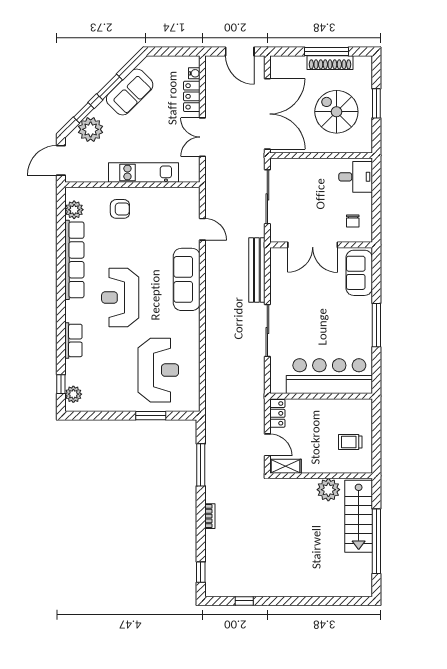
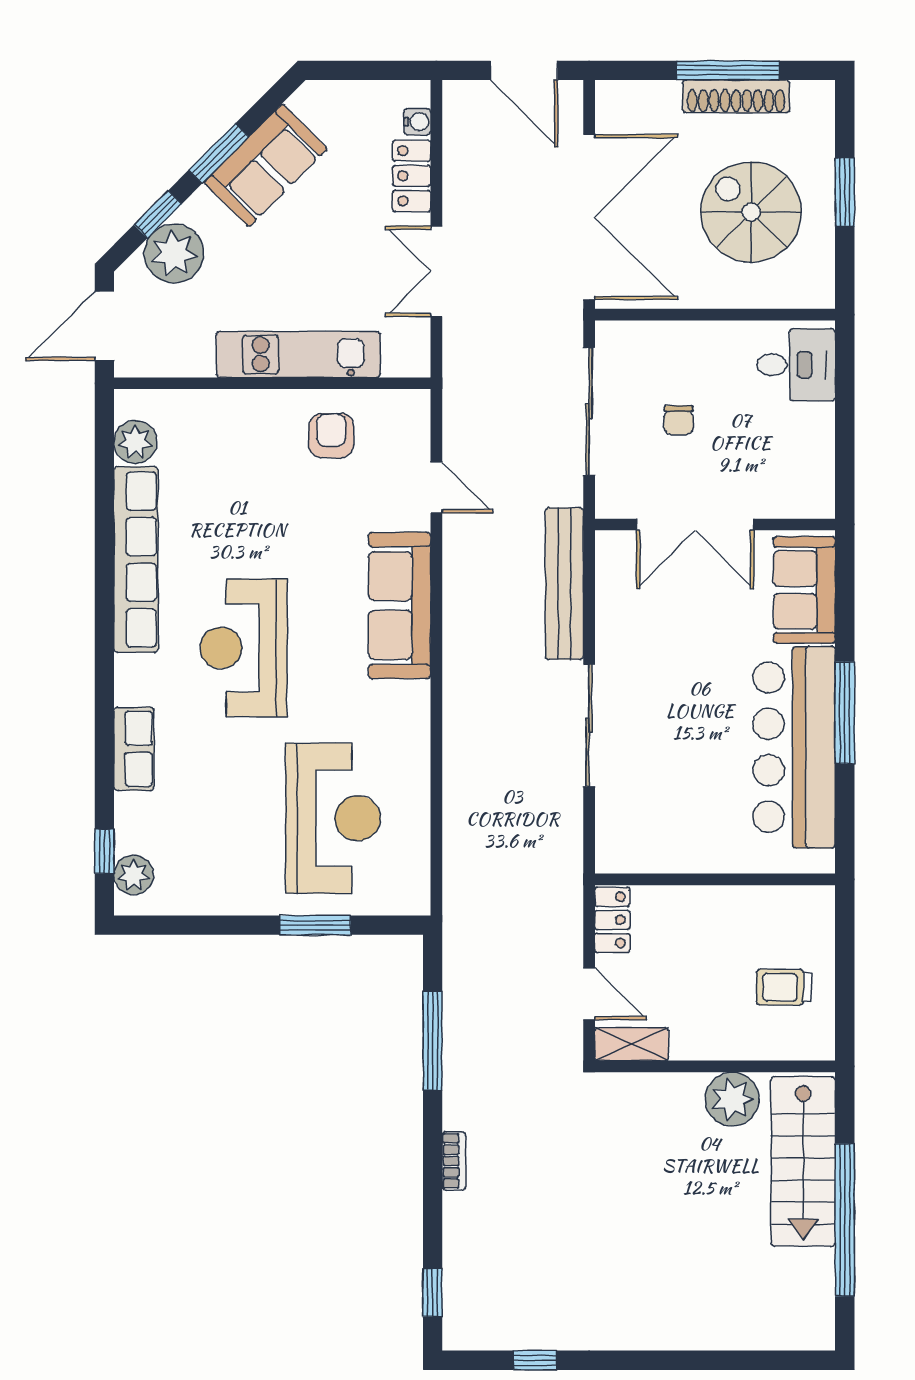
armchair: (120, 209) -> (331, 436), moved, turned -90
chair: (353, 221) -> (679, 420), moved
bar counter: (329, 376) -> (794, 747), moved, turned -90

